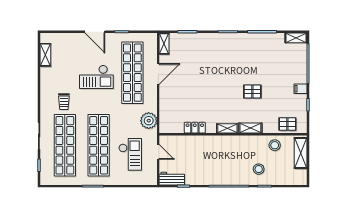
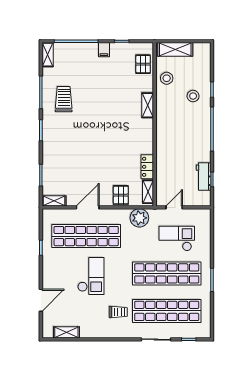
door: (95, 32) -> (41, 300), moved
trolley: (256, 52) -> (64, 99), added
door: (158, 74) -> (88, 207), hinge flipped
pallet: (252, 91) -> (121, 195), moved
shelving: (227, 128) -> (148, 192), moved
workbench: (172, 179) -> (204, 177), moved

